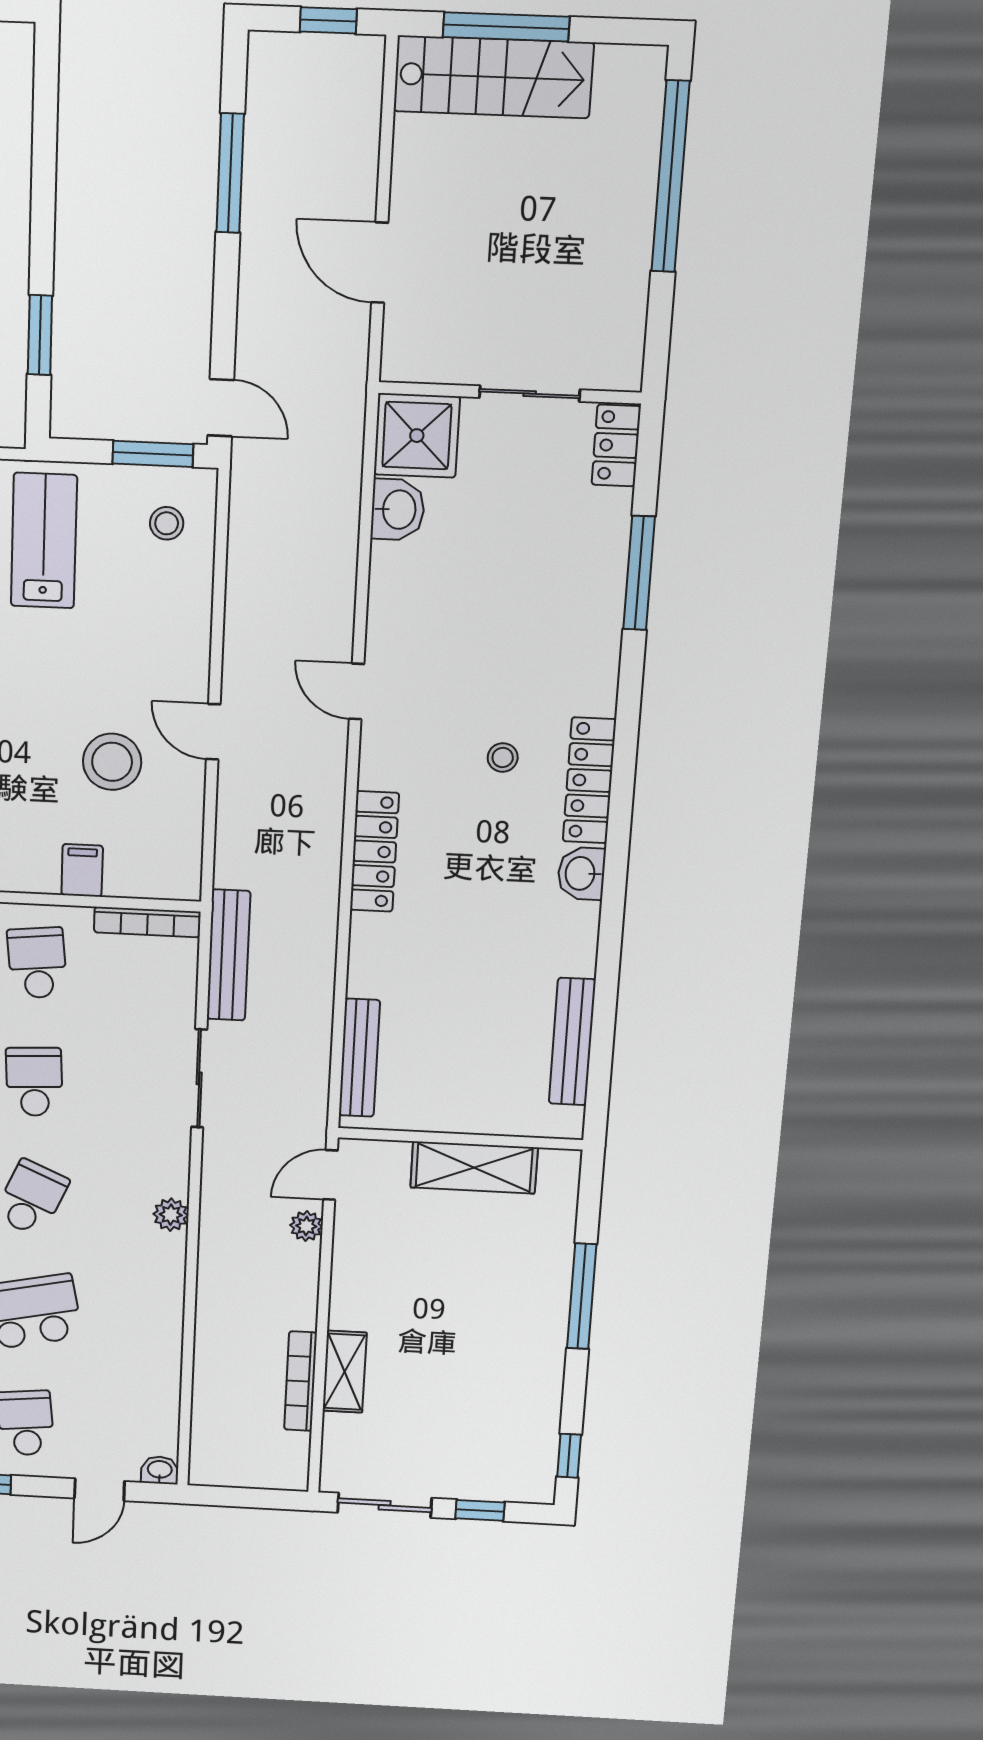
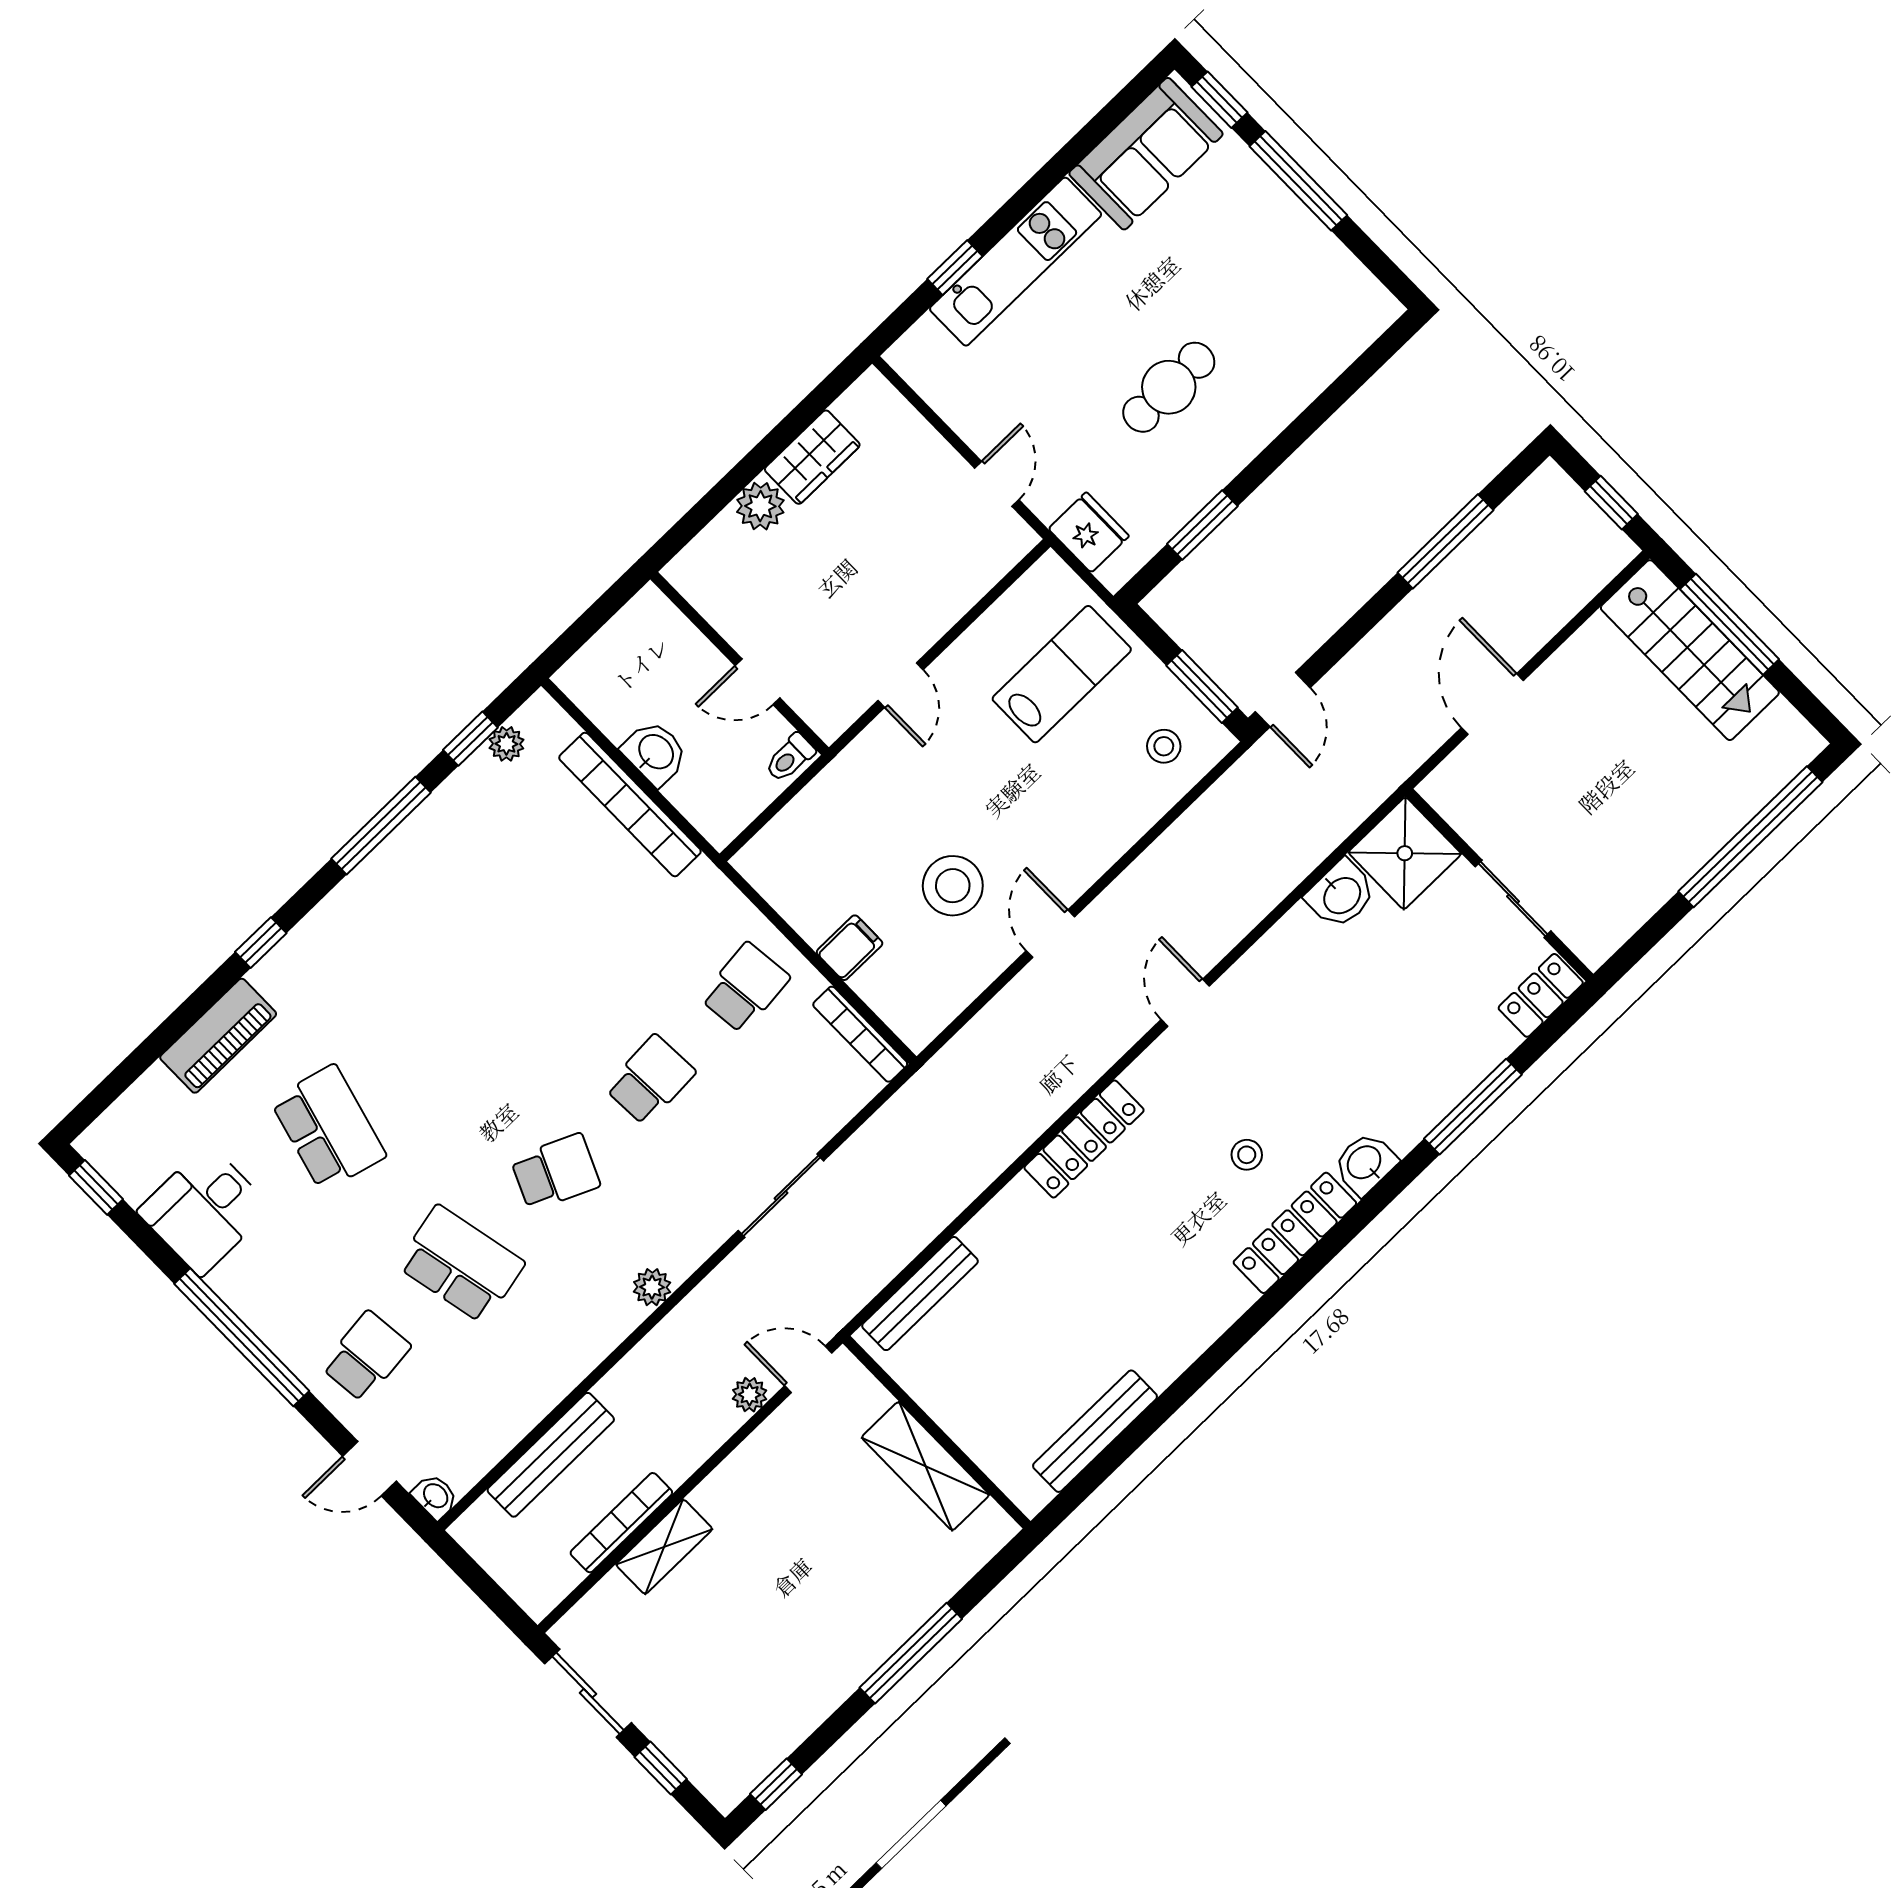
washbasin: (581, 873) -> (1365, 1163), moved
bench: (228, 955) -> (551, 1455), moved

